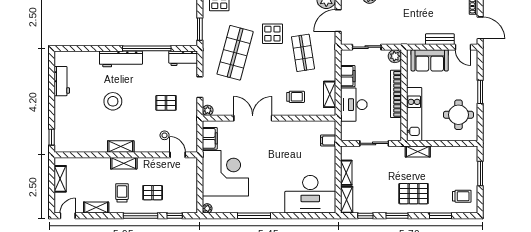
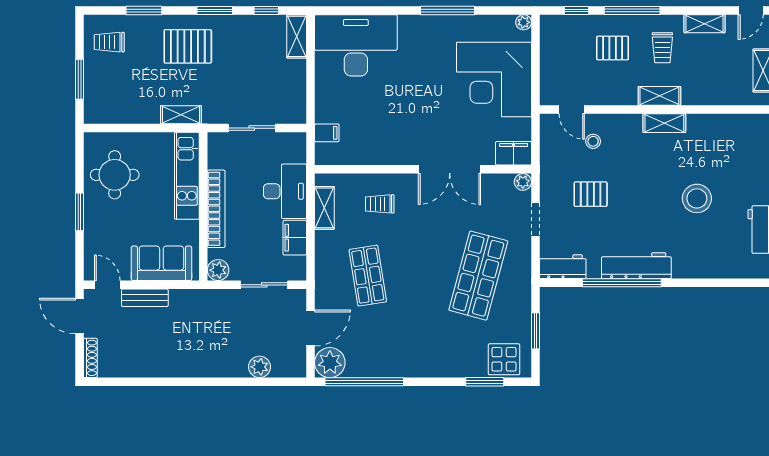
window: (200, 29) -> (535, 331), moved
display table: (272, 34) -> (417, 307), removed
workbench: (121, 59) -> (636, 266), moved
stool: (113, 101) -> (697, 198), moved
filing cabinet: (210, 138) -> (514, 153), moved, turned 90
shelving: (346, 173) -> (297, 80), removed

